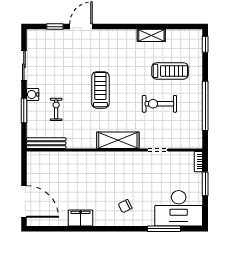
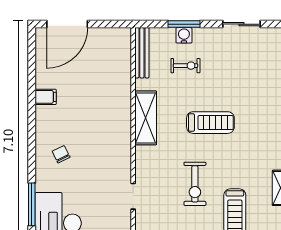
water cooler: (33, 94) -> (184, 35), moved
exercise bike: (159, 104) -> (195, 184), moved, turned 180
shelving: (118, 140) -> (146, 118), moved
filing cabinet: (80, 218) -> (46, 97), width x0.50

